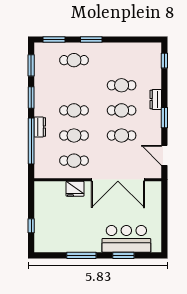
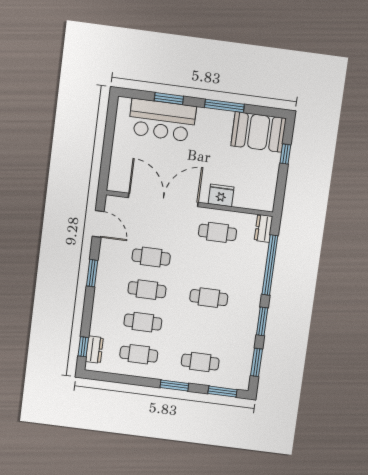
dresser: (156, 99) -> (94, 350), moved
dresser: (40, 127) -> (263, 228), moved
cafe table: (74, 135) -> (139, 354), moved
booth: (53, 239) -> (259, 132), added

